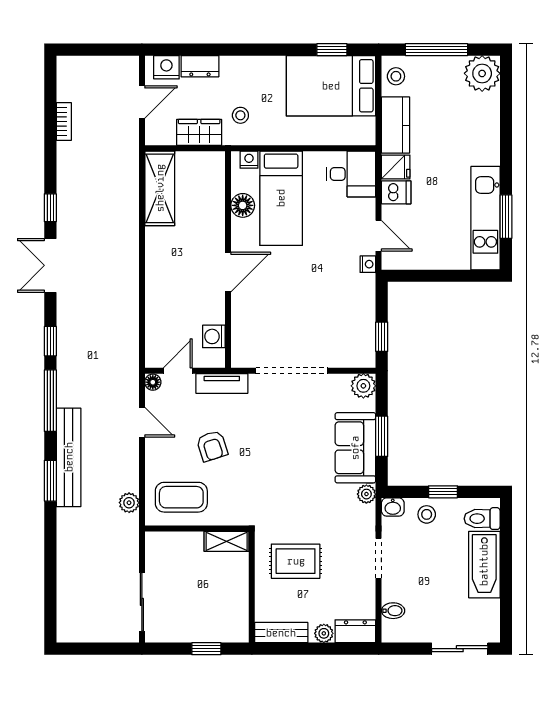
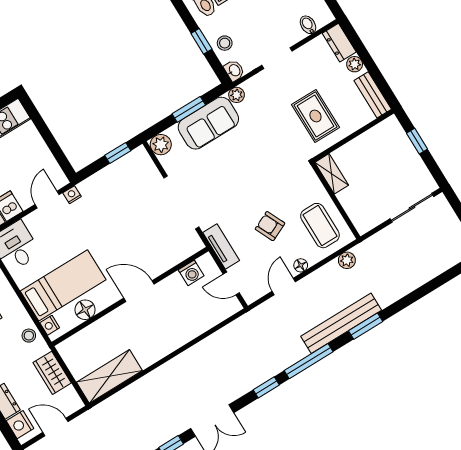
stool: (240, 115) -> (29, 336), moved
floor lamp: (153, 382) -> (301, 265), moved
armchair: (212, 446) -> (270, 226), turned -97

